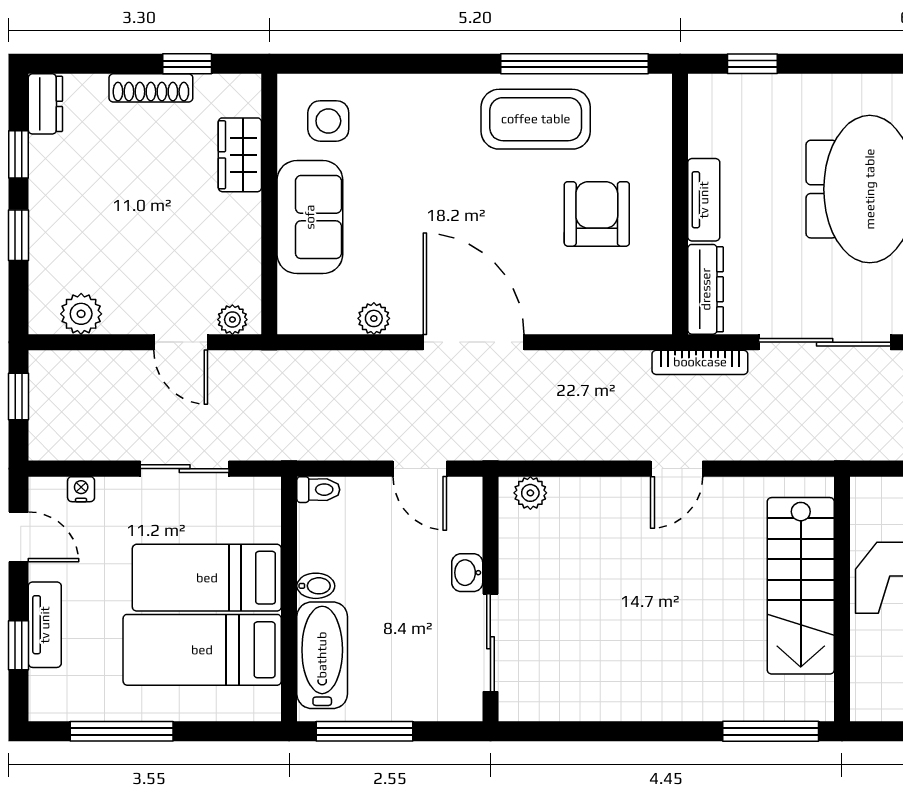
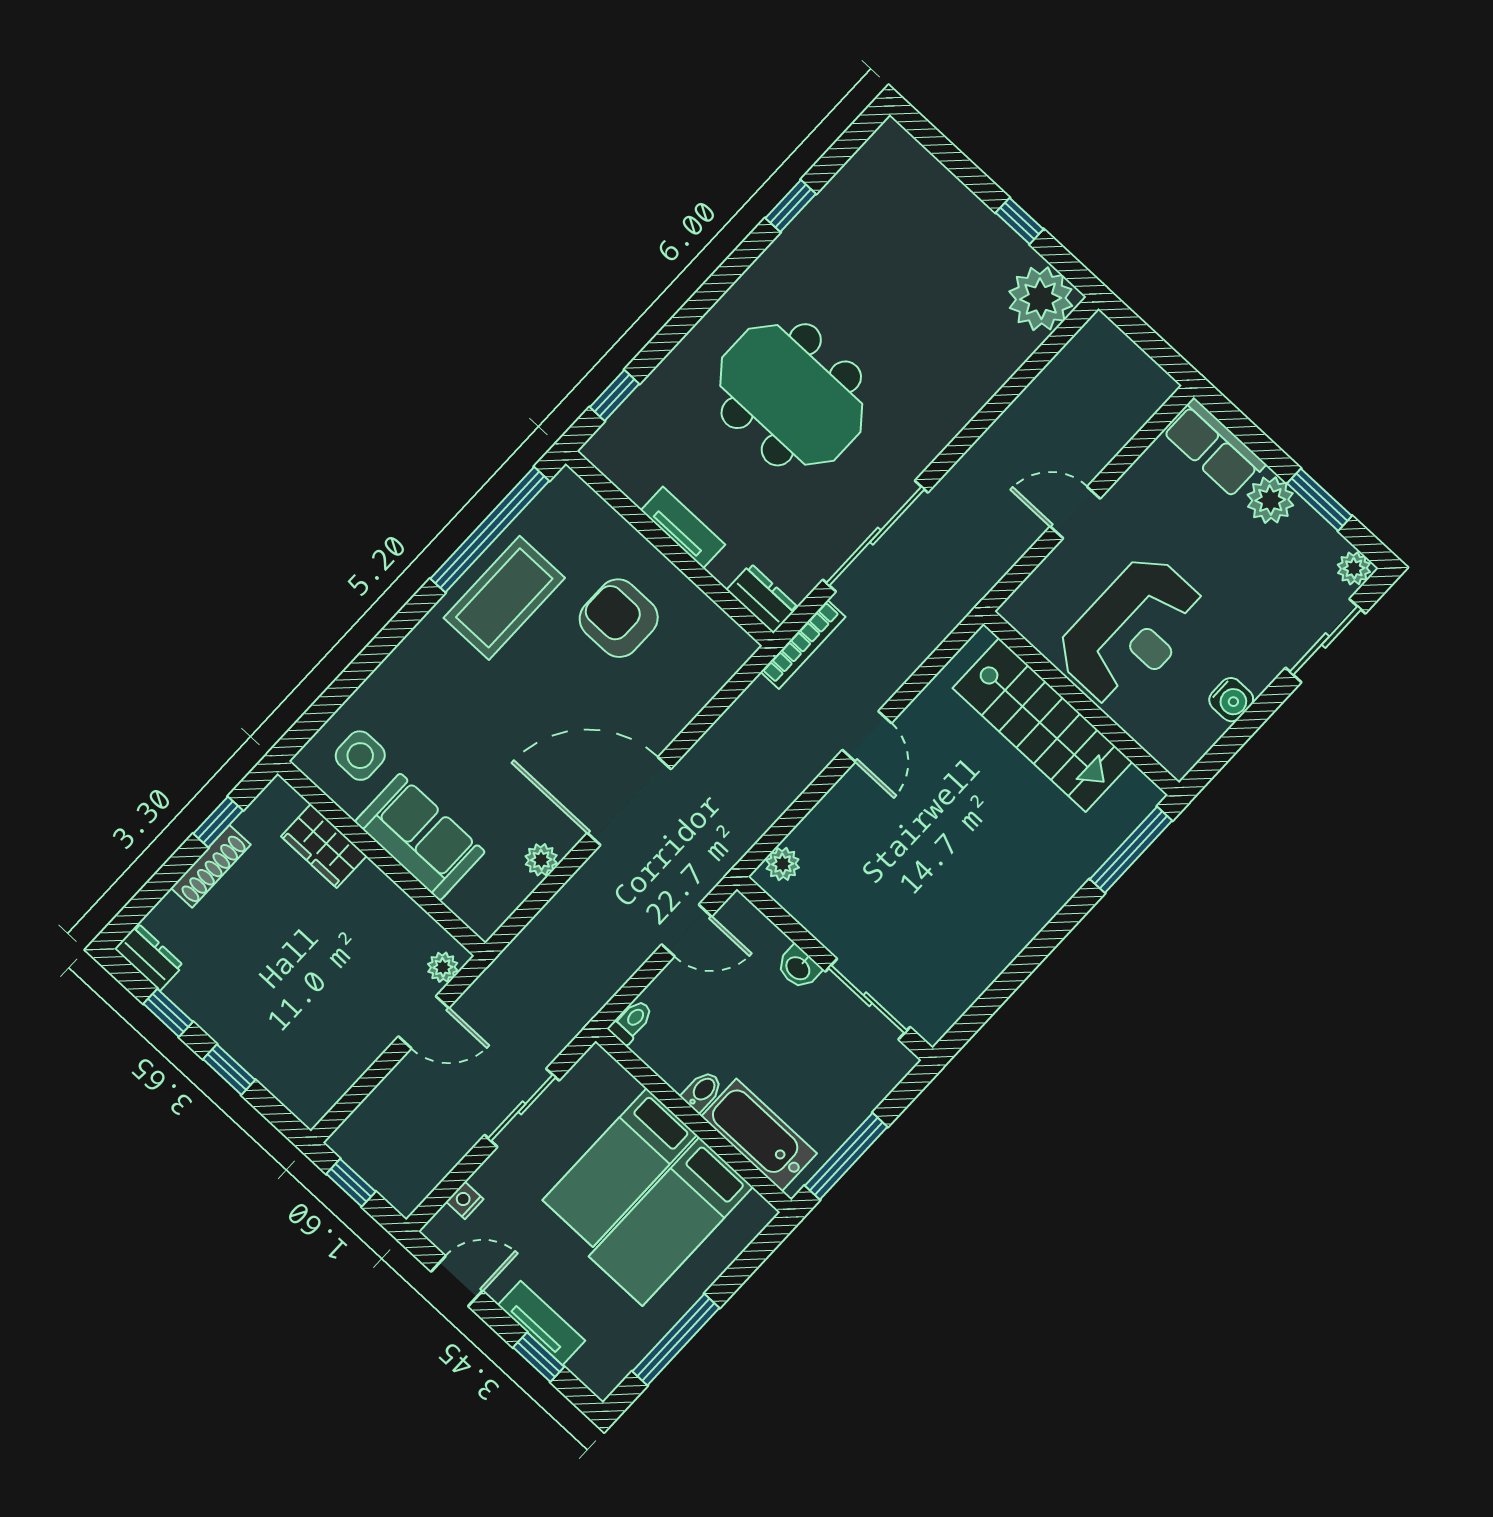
dresser: (706, 289) -> (762, 599), width x0.70
plant: (81, 314) -> (332, 1077), removed

